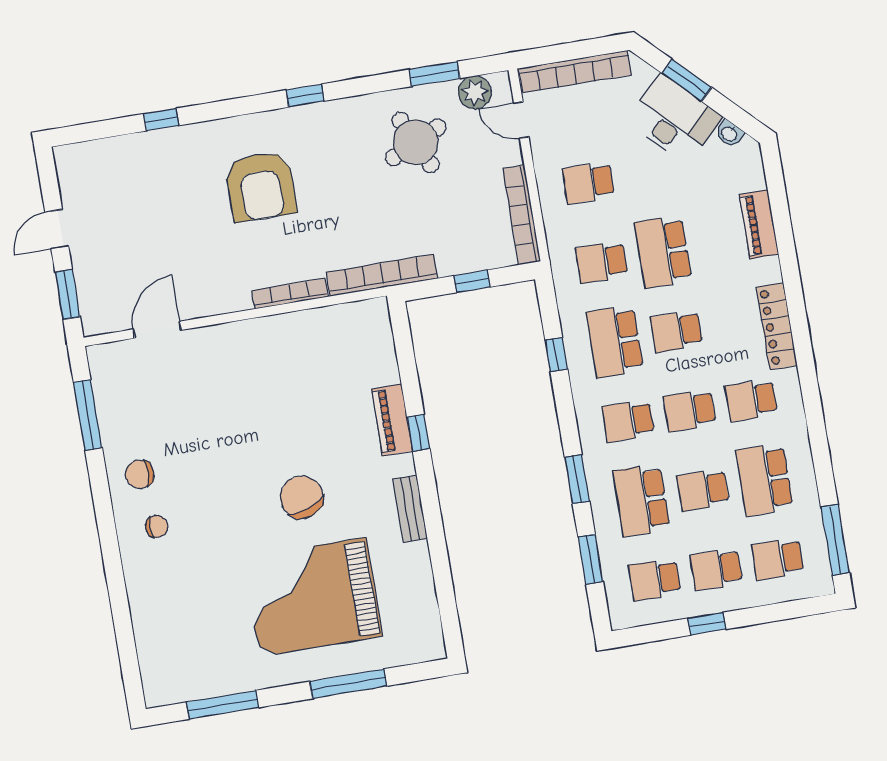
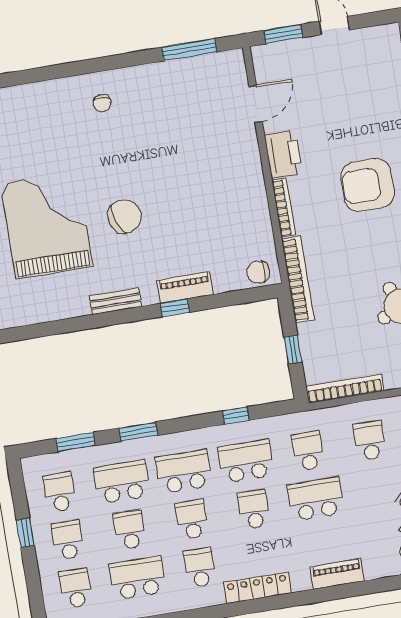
printer: (221, 294) -> (283, 154), added
door: (157, 330) -> (256, 104), hinge flipped
school desk: (628, 421) -> (184, 472), width x1.85
chair: (140, 474) -> (258, 272), moved, turned -90

